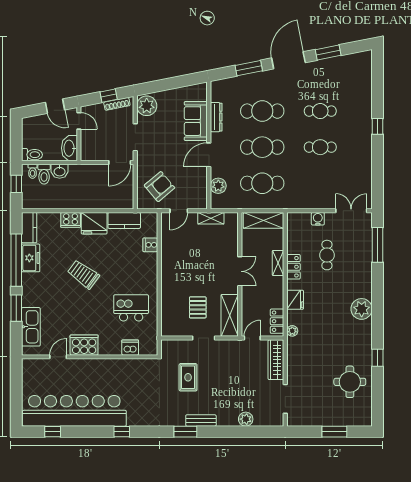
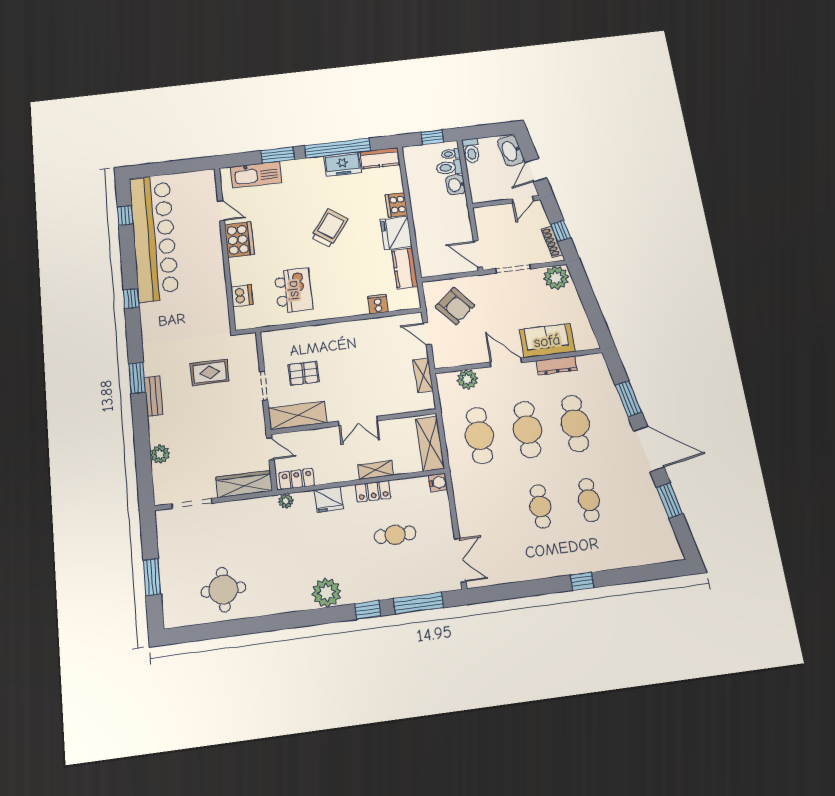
washbasin: (69, 148) -> (511, 151), moved, turned -101
water cooler: (318, 219) -> (438, 483), moved
window: (377, 358) -> (368, 610), moved

